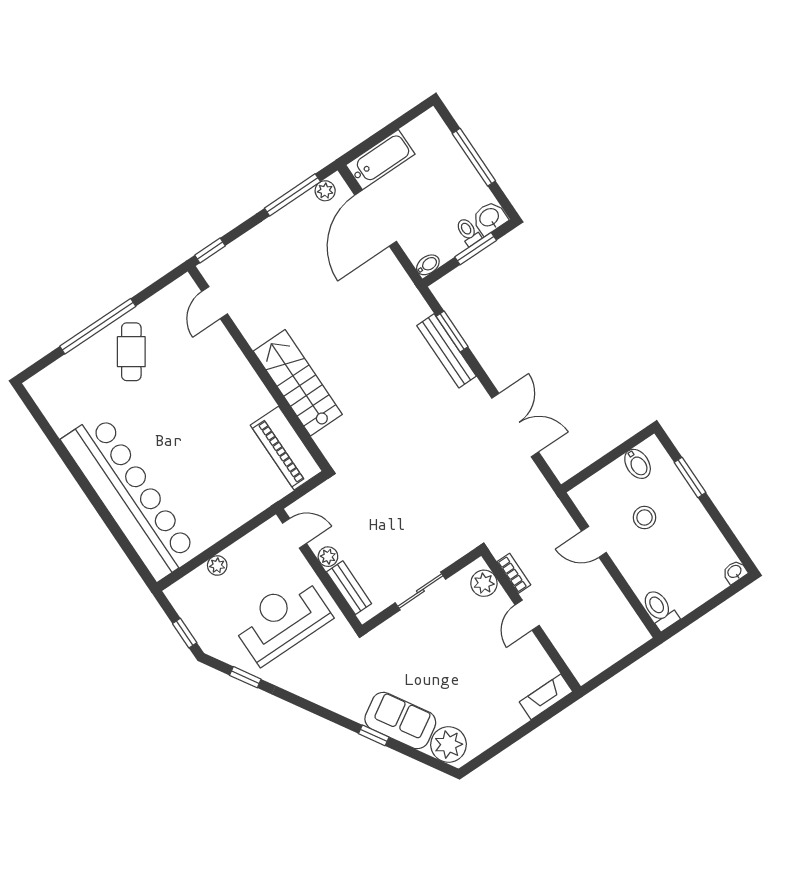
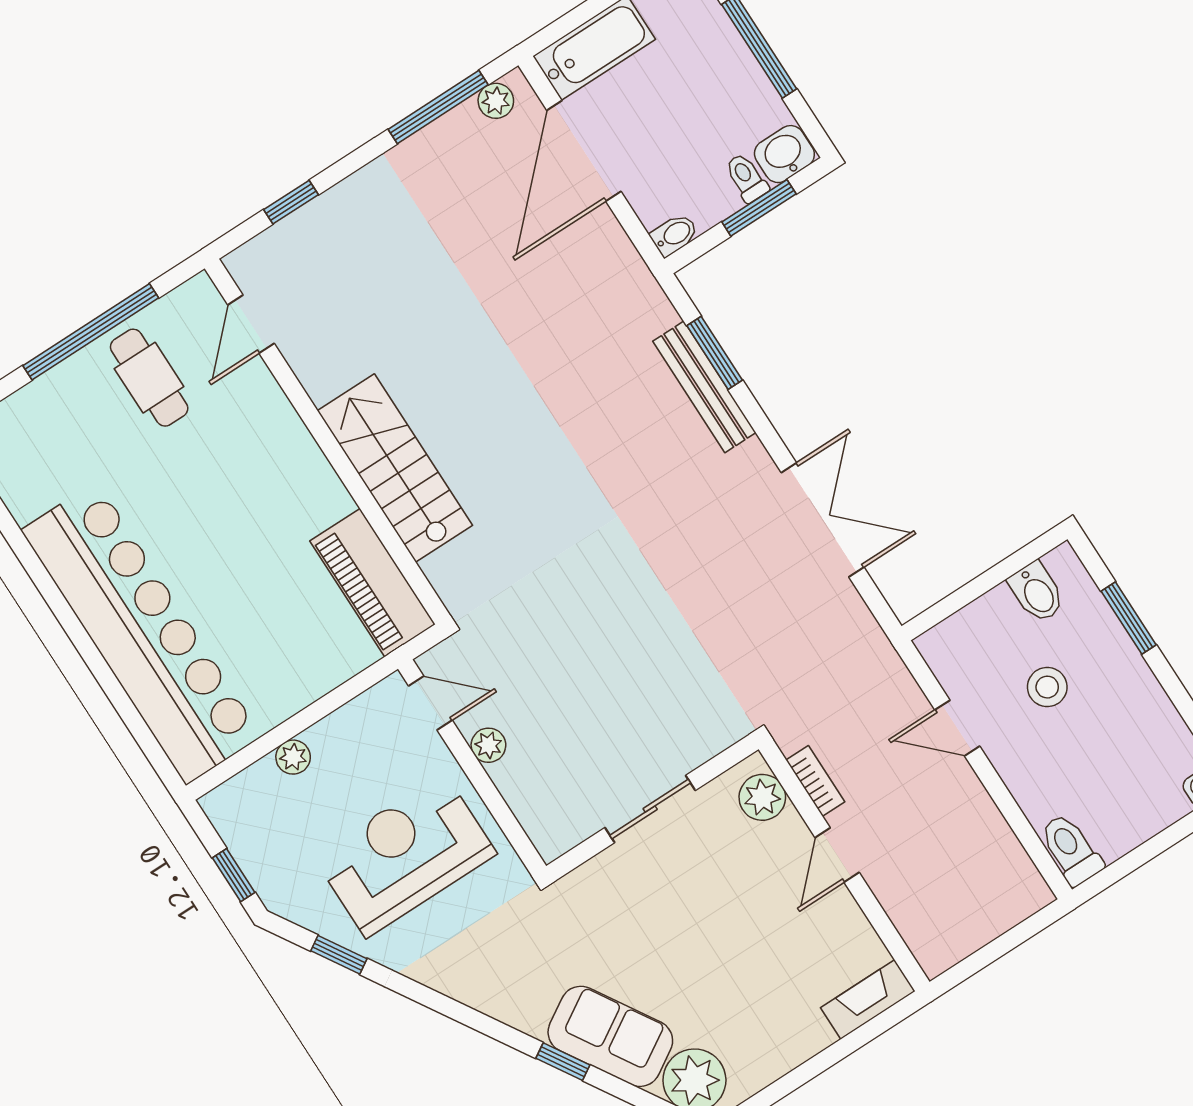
door: (215, 303) -> (251, 324), moved
cafe table: (131, 352) -> (149, 378), turned -34
wall: (259, 369) -> (327, 442), moved
stairs: (298, 383) -> (395, 468), moved
piano: (286, 448) -> (373, 583), moved
bench: (349, 588) -> (525, 801), removed

